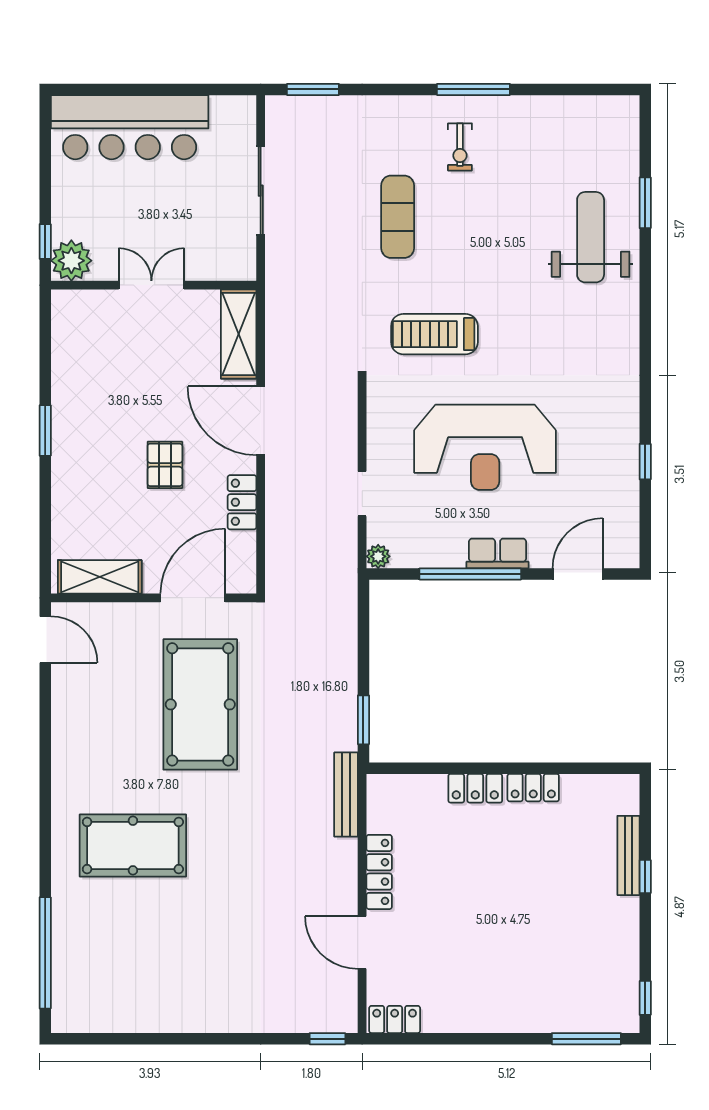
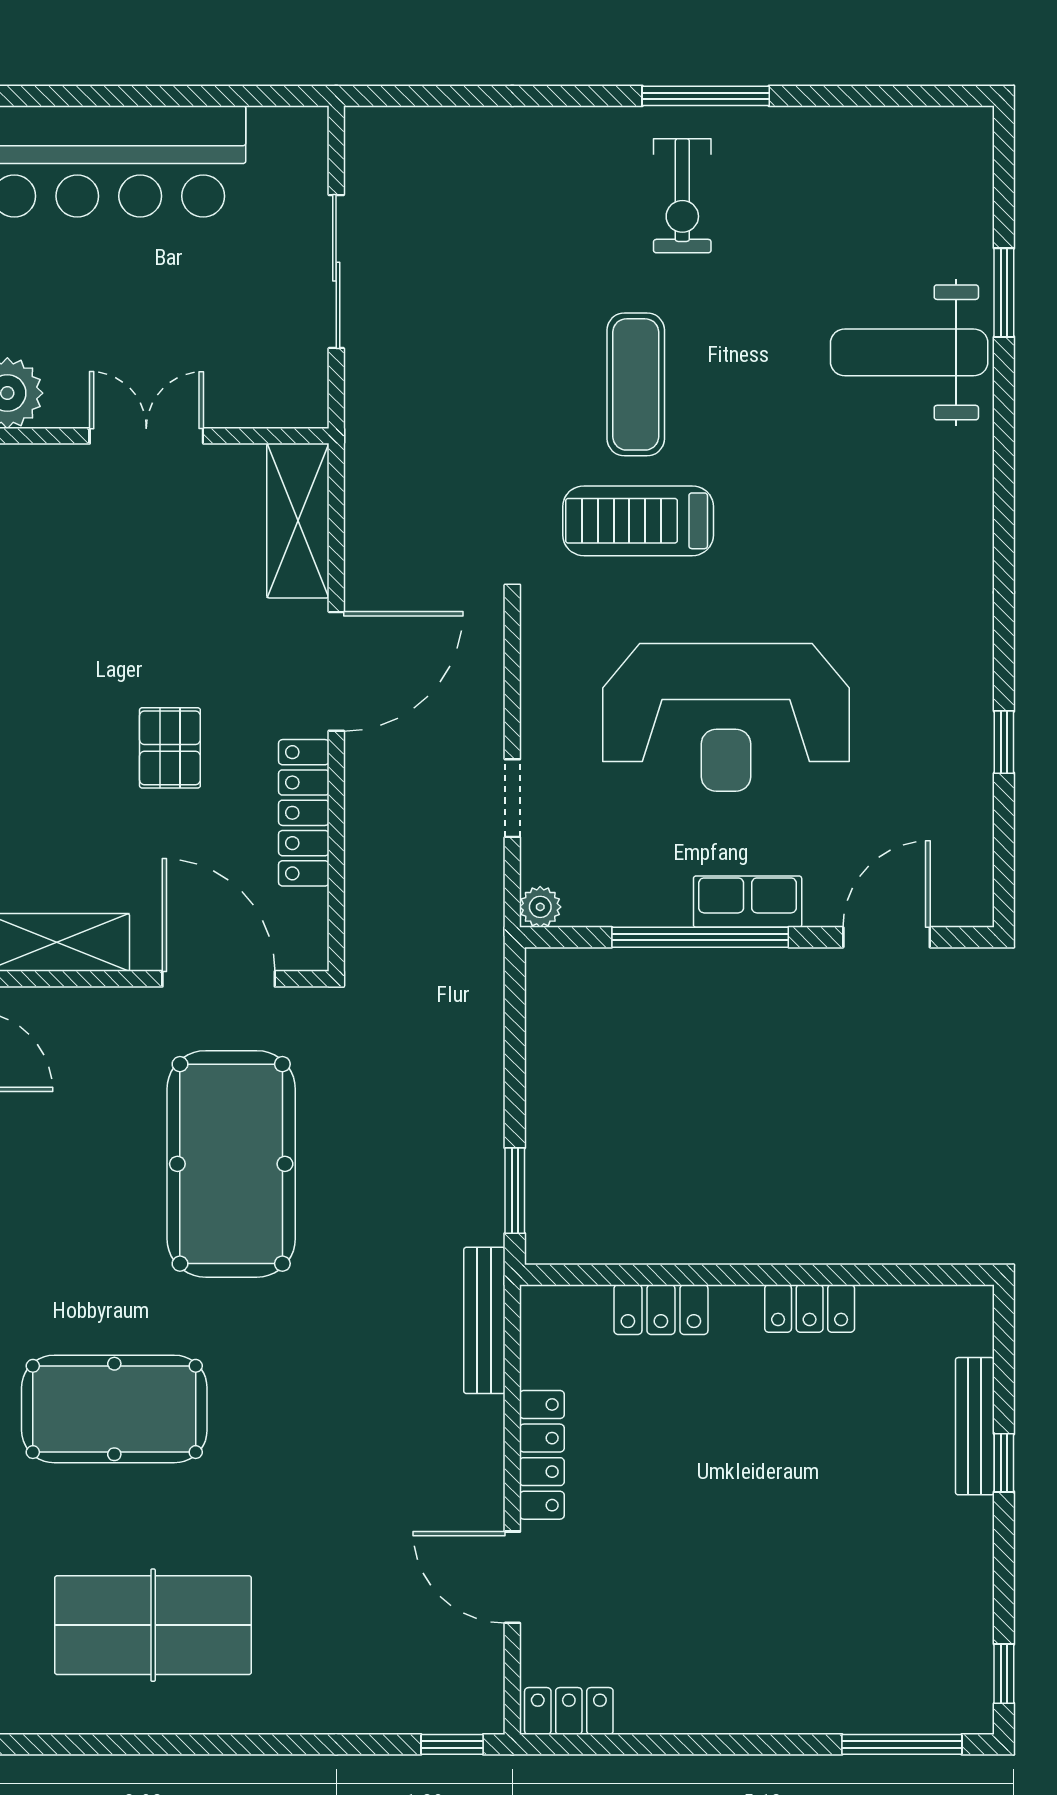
window: (313, 89) -> (427, 96), removed
exercise bike: (460, 147) -> (682, 196), width x1.38, depth x1.39
exercise mat: (398, 217) -> (636, 384), moved
weight bench: (591, 237) -> (909, 352), turned -90
door: (261, 421) -> (336, 671), swing flipped
locker: (242, 502) -> (304, 813), width x1.53
door: (193, 598) -> (219, 979), hinge flipped
locker: (475, 788) -> (661, 1310), moved
table tennis table: (155, 970) -> (153, 1625), added

